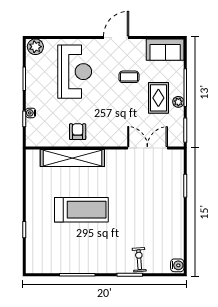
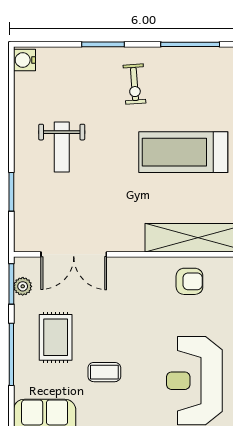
plant: (178, 102) -> (23, 286), moved
armchair: (78, 132) -> (189, 281), turned -90
weight bench: (155, 213) -> (62, 147), added
exercise bike: (139, 260) -> (134, 84), moved

